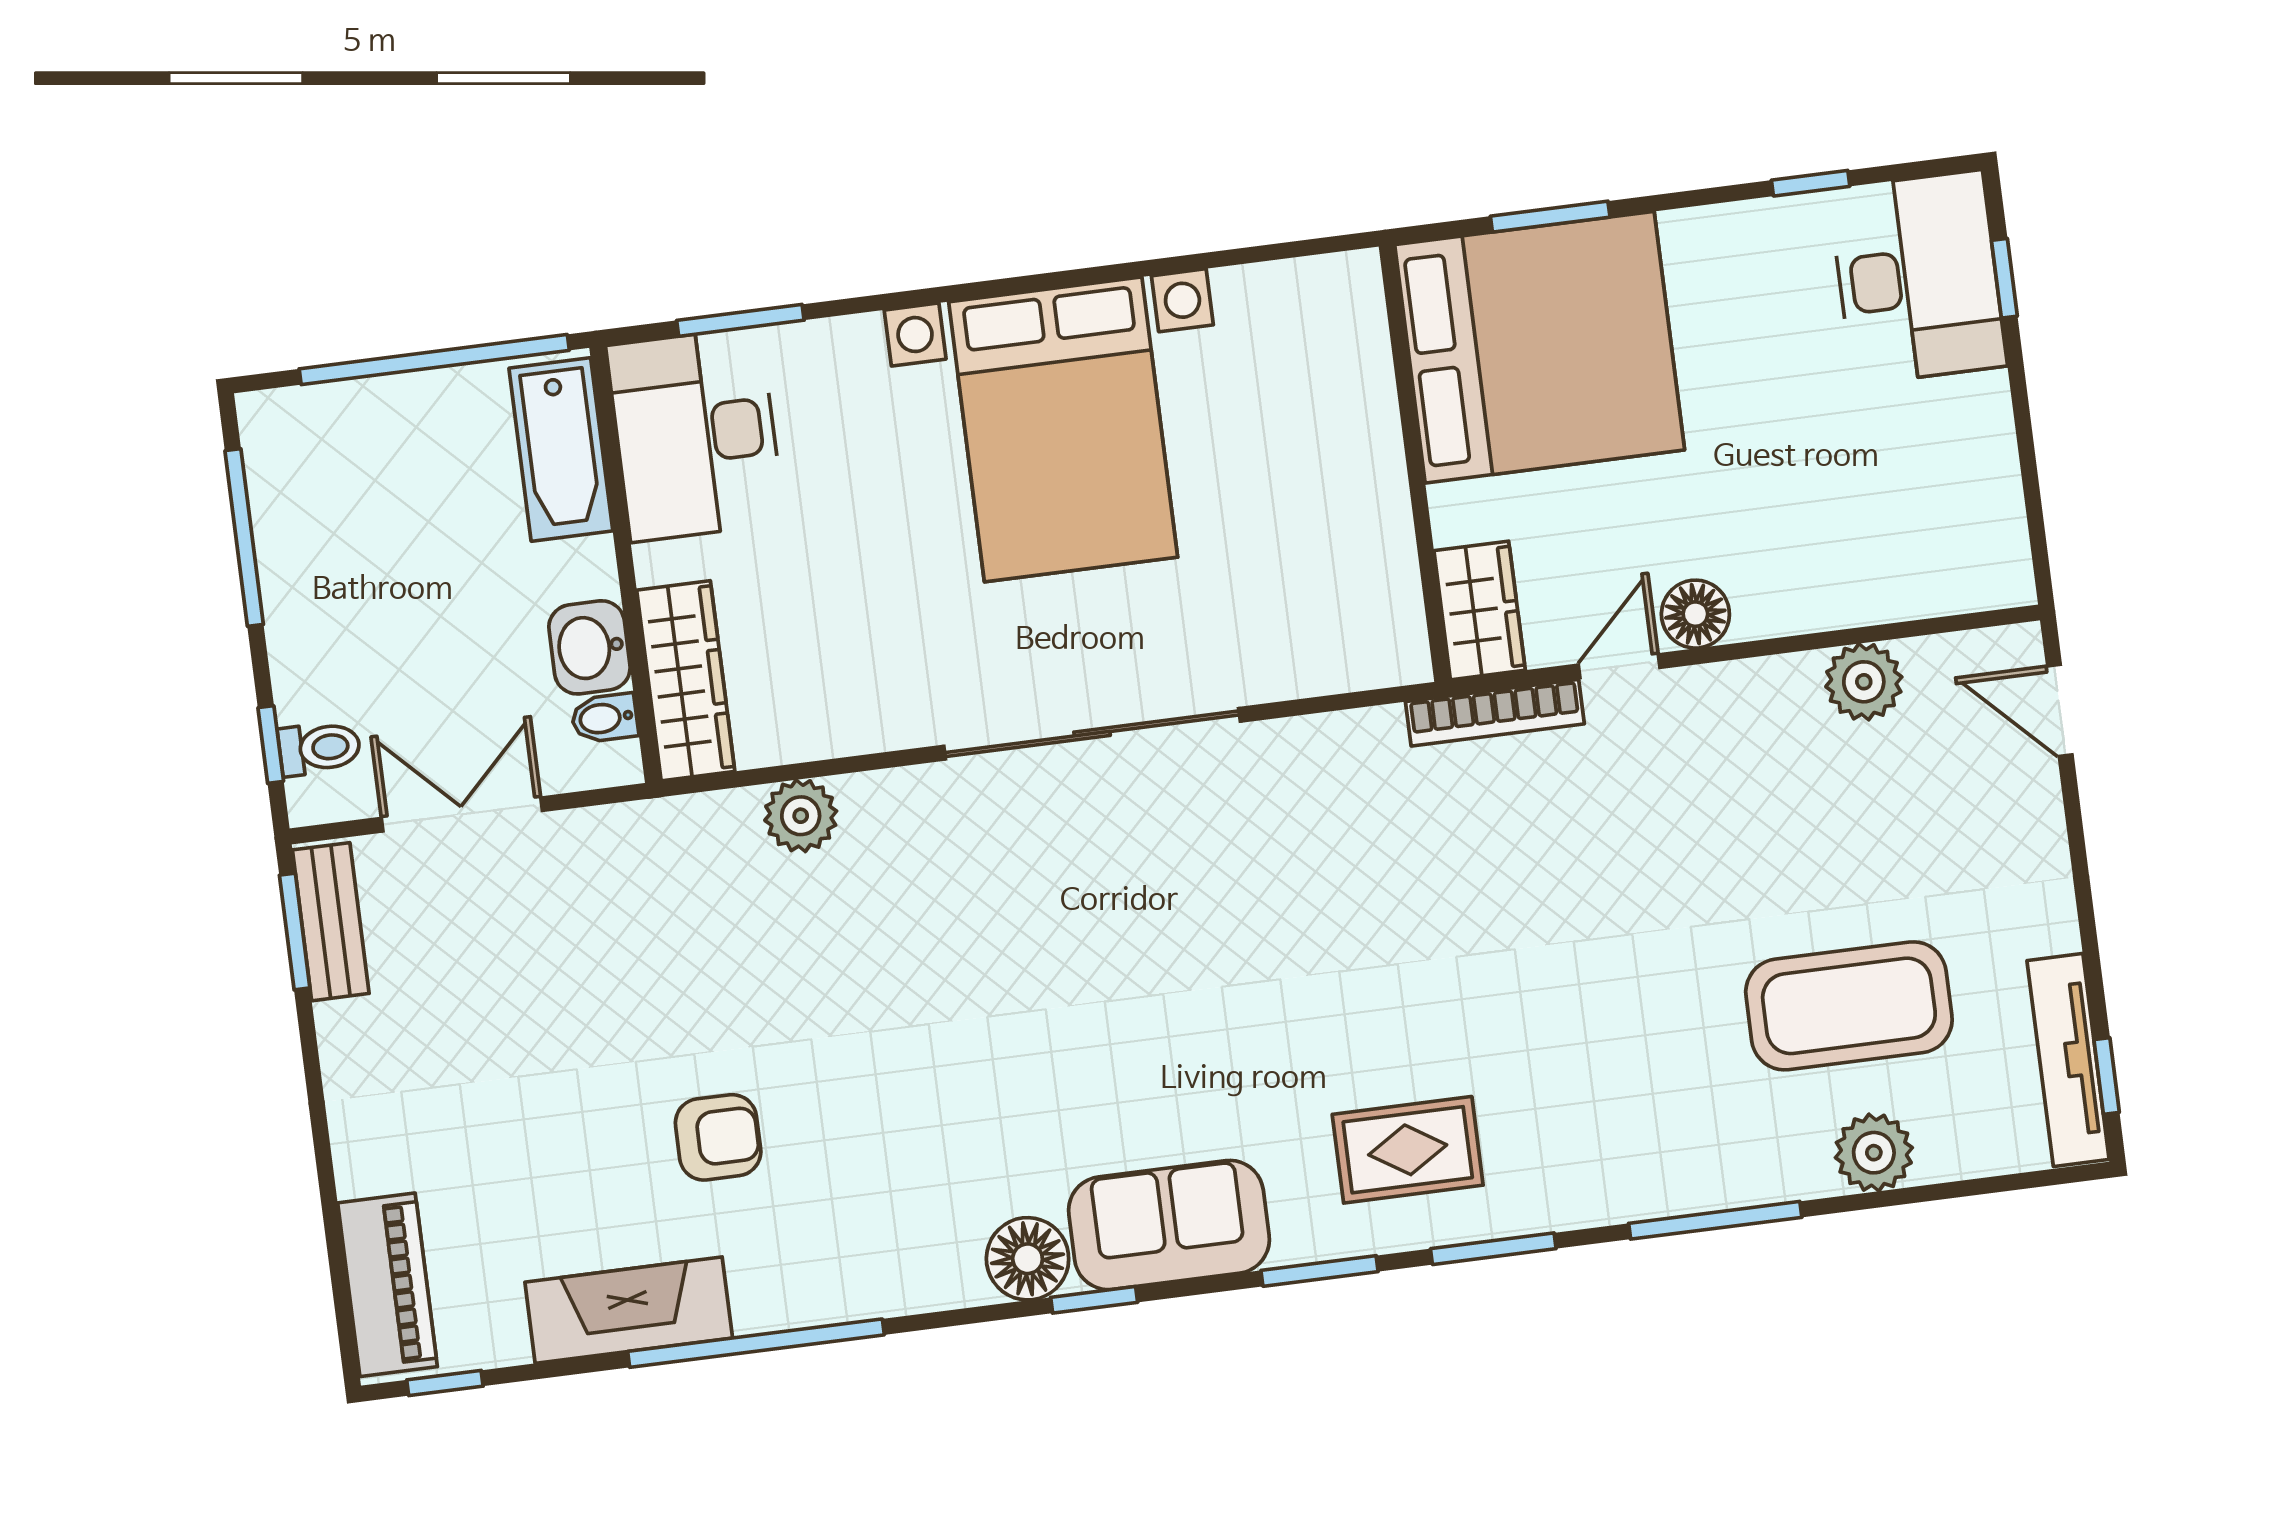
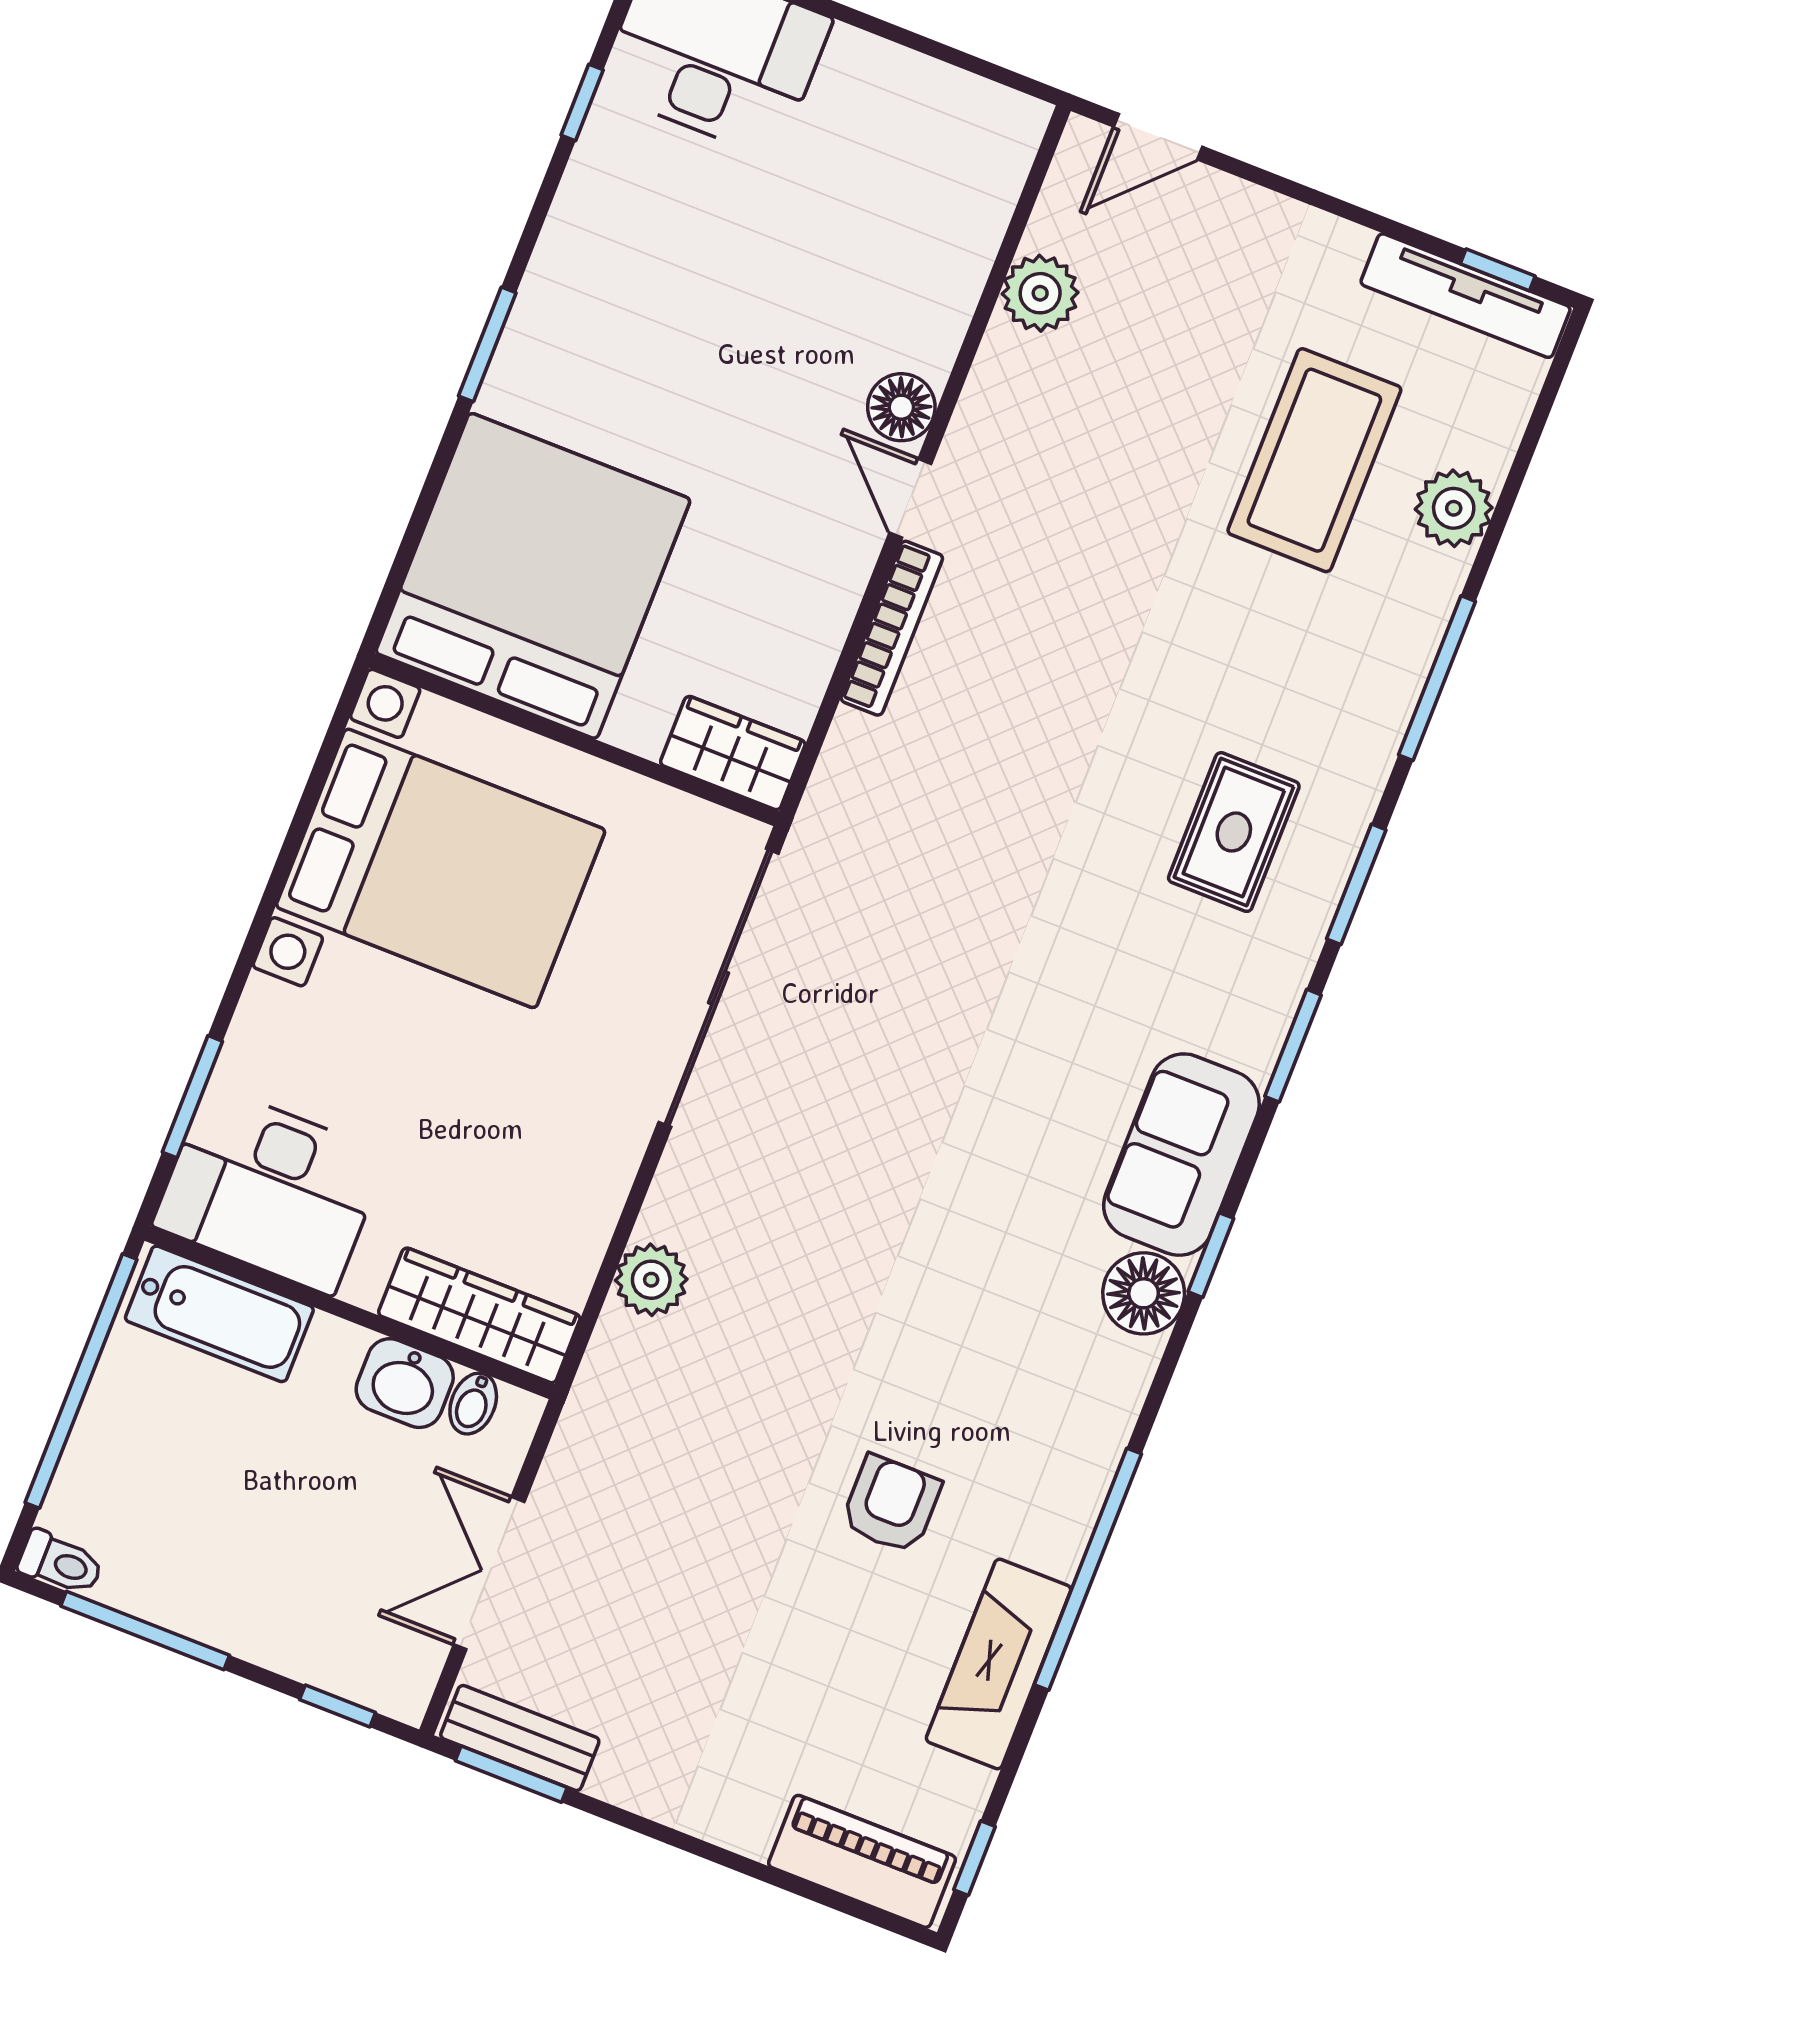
bed: (1540, 347) -> (533, 576), moved
wall: (1415, 463) -> (574, 740), moved
wardrobe: (1480, 610) -> (733, 753), moved
toilet: (319, 748) -> (61, 1563), moved, turned 90
rug: (1408, 1150) -> (1234, 832), moved

